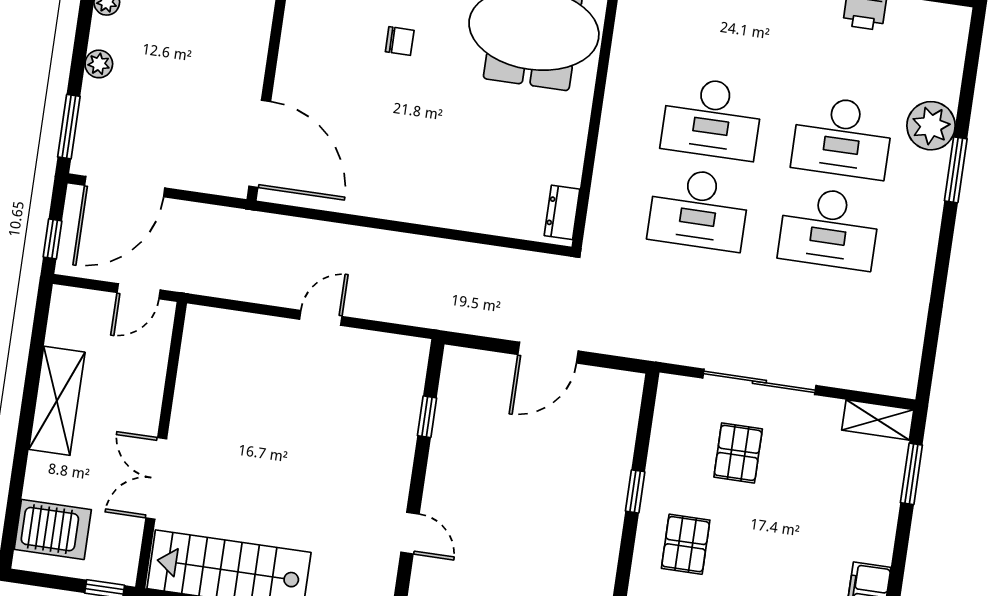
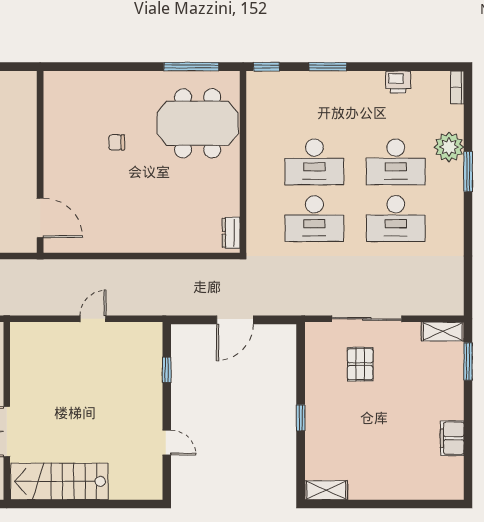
bookcase: (958, 32) -> (457, 87), added
chair: (400, 41) -> (117, 142), turned 180
door: (260, 144) -> (40, 218), width x0.73
window: (635, 491) -> (301, 418), moved
pallet: (686, 544) -> (336, 425), removed

